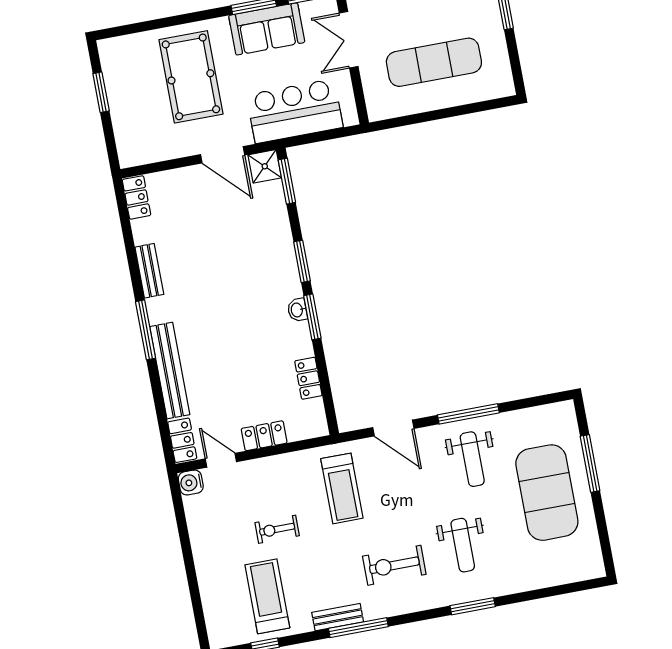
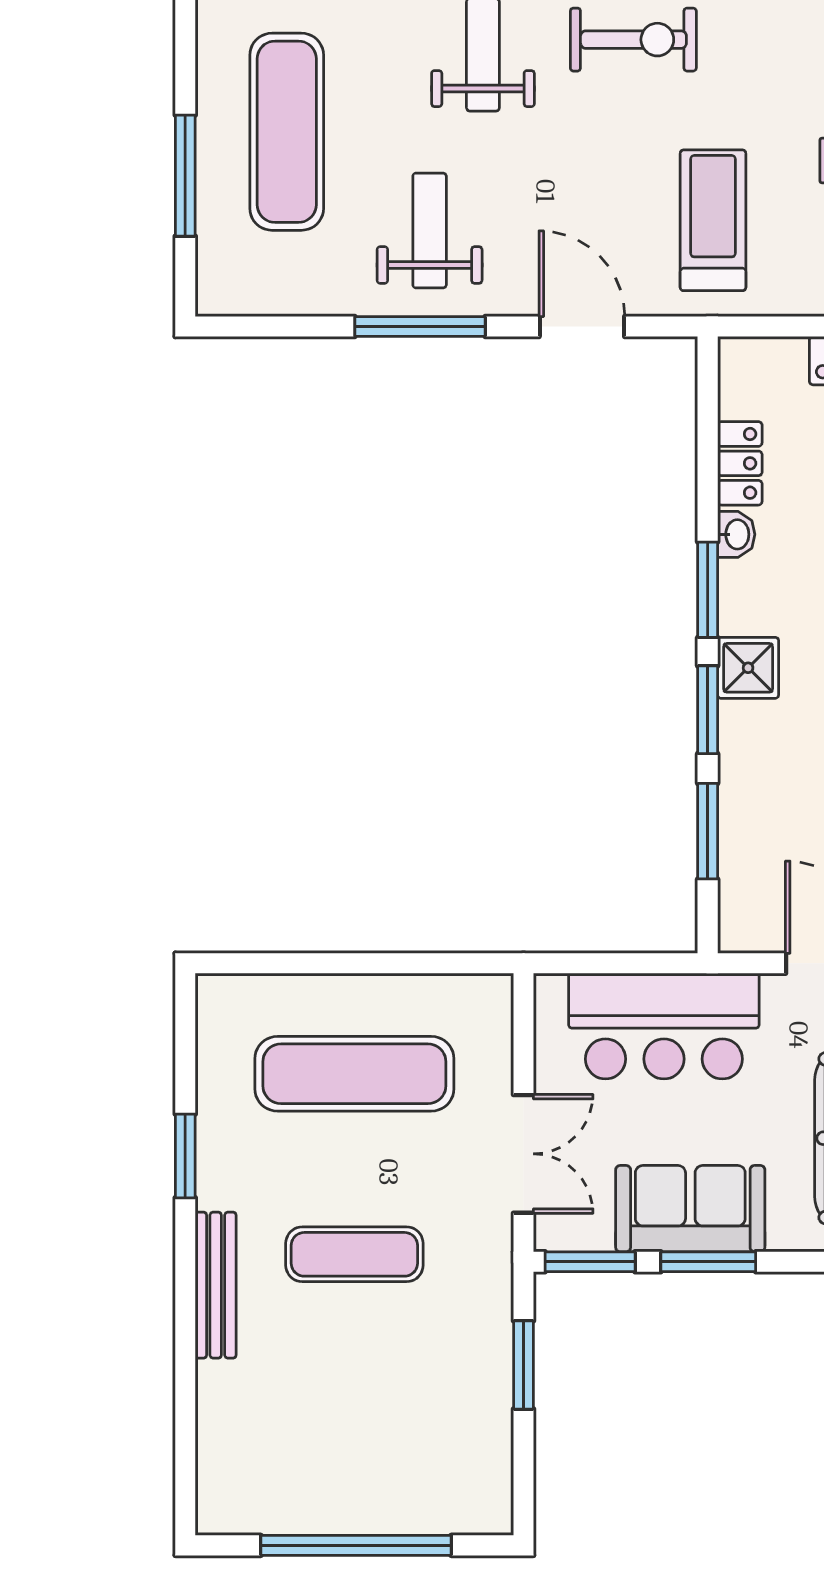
shower: (265, 166) -> (748, 668), moved
window: (287, 181) -> (708, 831), moved
washbasin: (297, 310) -> (736, 534), moved
exercise mat: (547, 493) -> (287, 132), width x0.68

